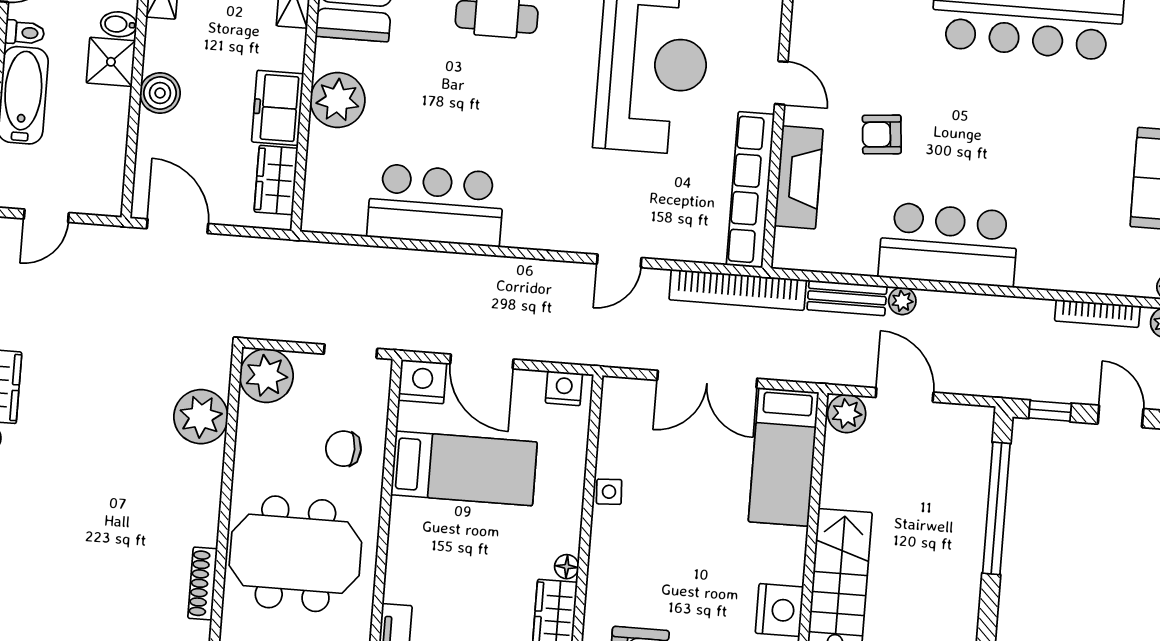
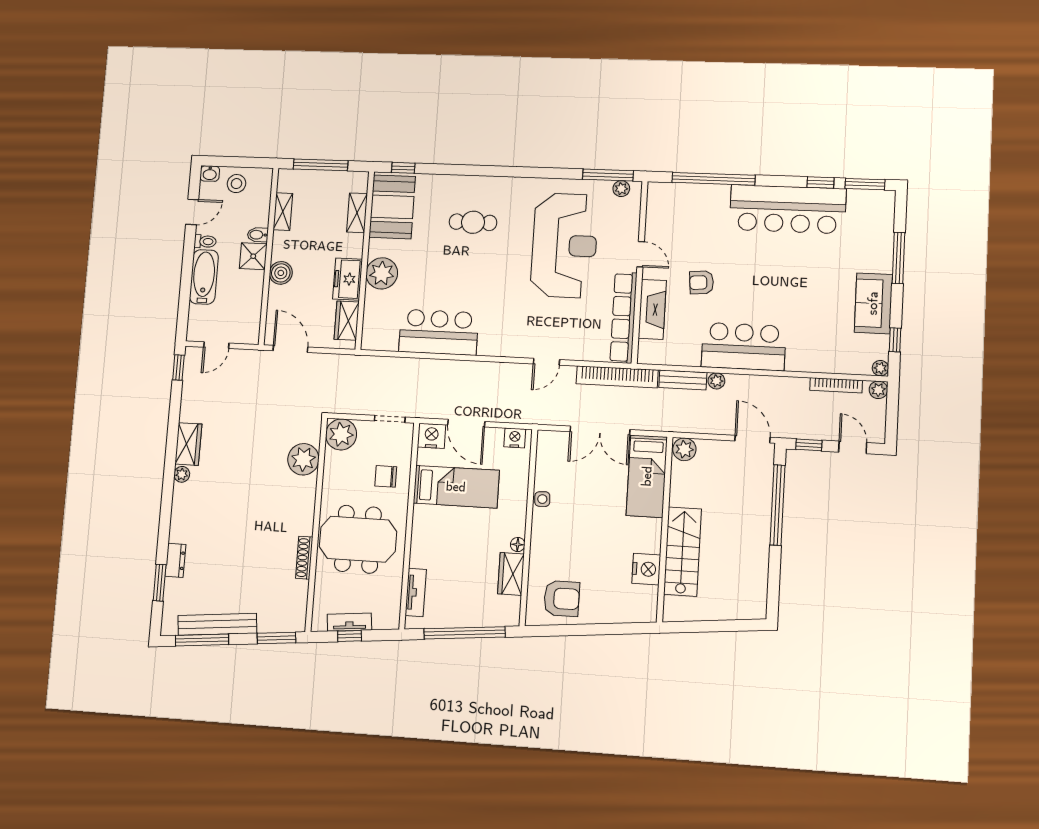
door: (905, 395) -> (753, 439), moved

